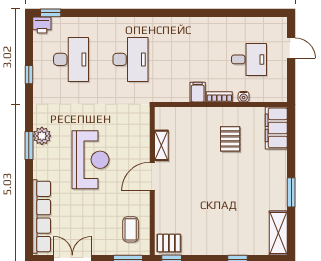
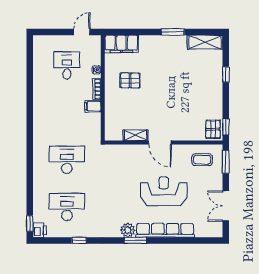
door: (291, 48) -> (82, 32), moved
reception desk: (91, 160) -> (164, 191), moved
row of seats: (42, 216) -> (165, 230), moved

